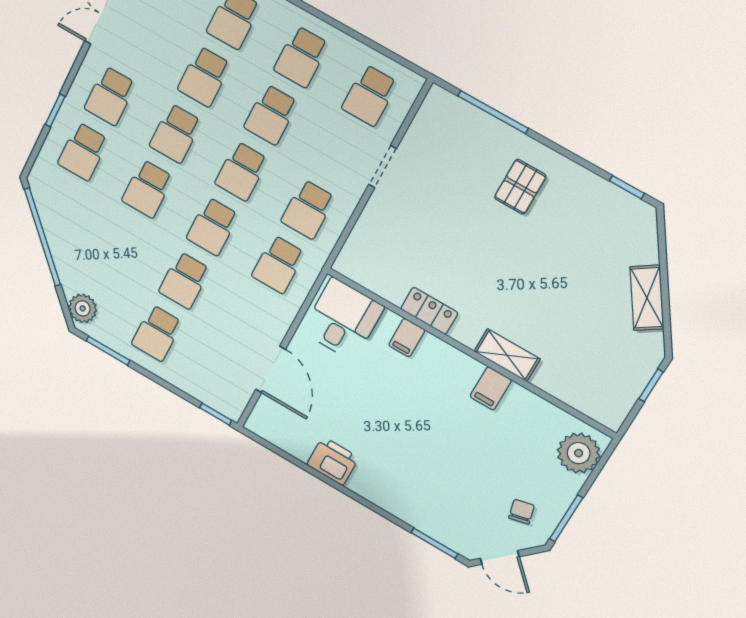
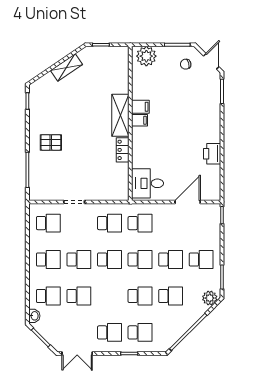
school desk: (175, 133) -> (171, 296), moved
filing cabinet: (407, 338) -> (140, 120), moved
shelving: (507, 355) -> (120, 115), width x1.50, depth x1.33

